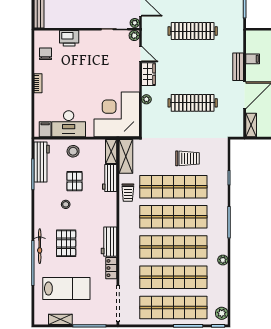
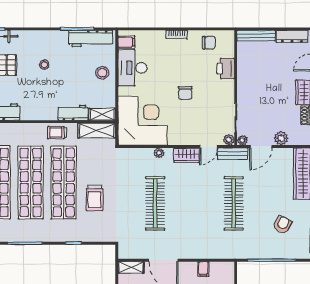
bench: (238, 67) -> (233, 154), moved
chair: (92, 75) -> (185, 93), added
pallet: (74, 181) -> (70, 74), removed

